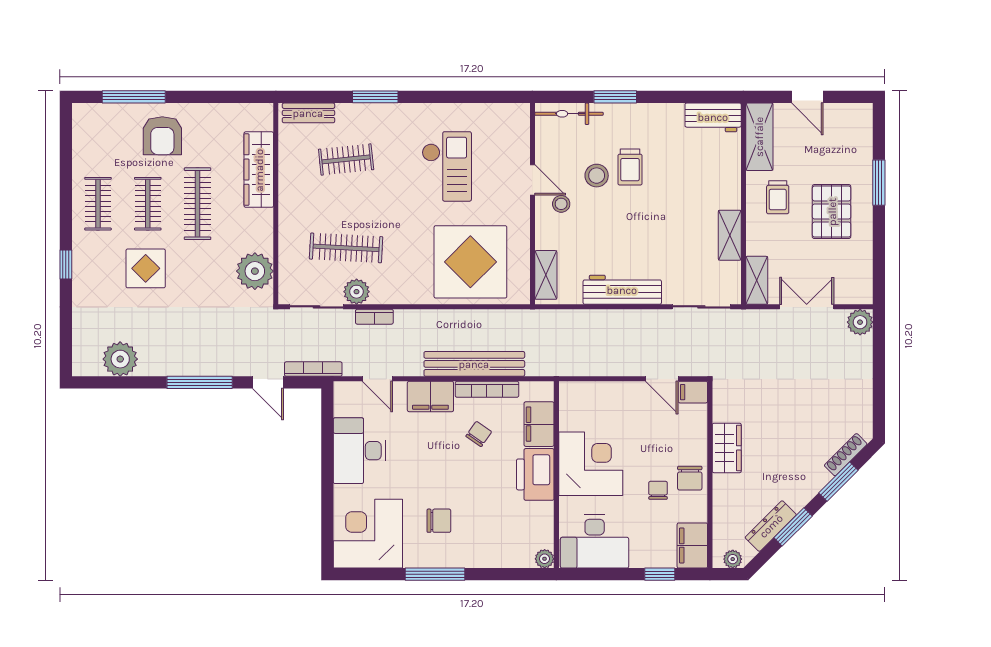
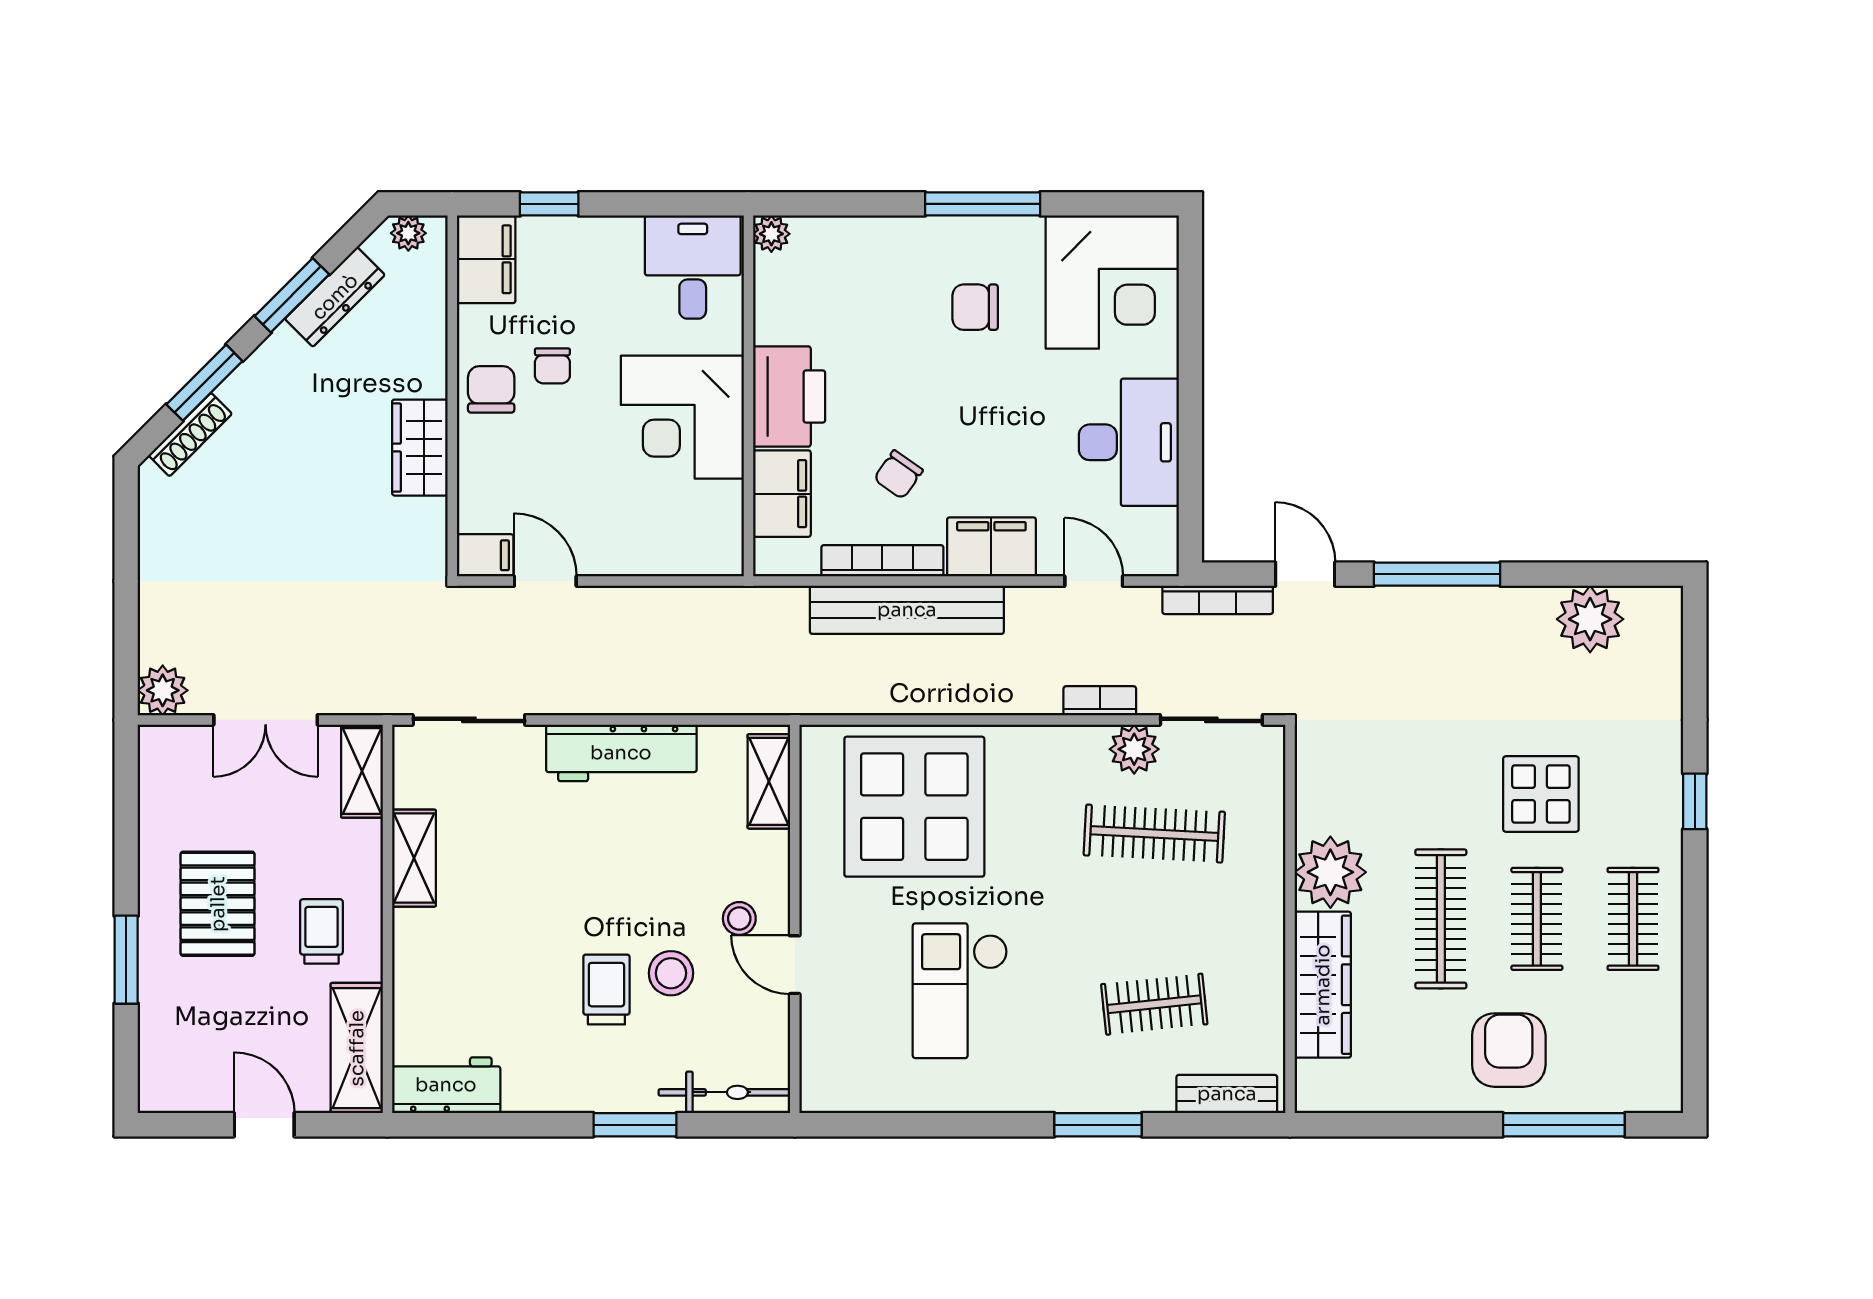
plant: (255, 271) -> (1330, 872), moved
desk: (595, 541) -> (693, 267), width x0.73

